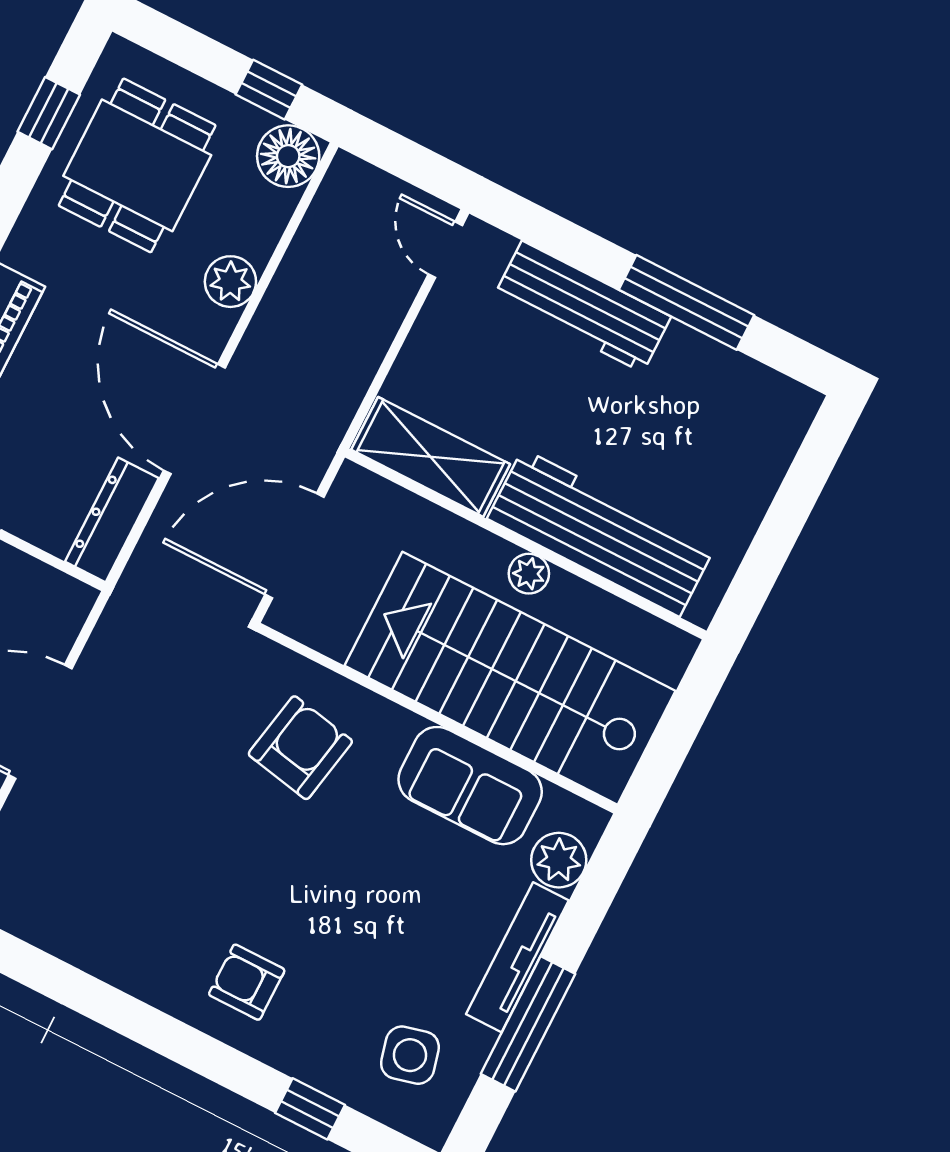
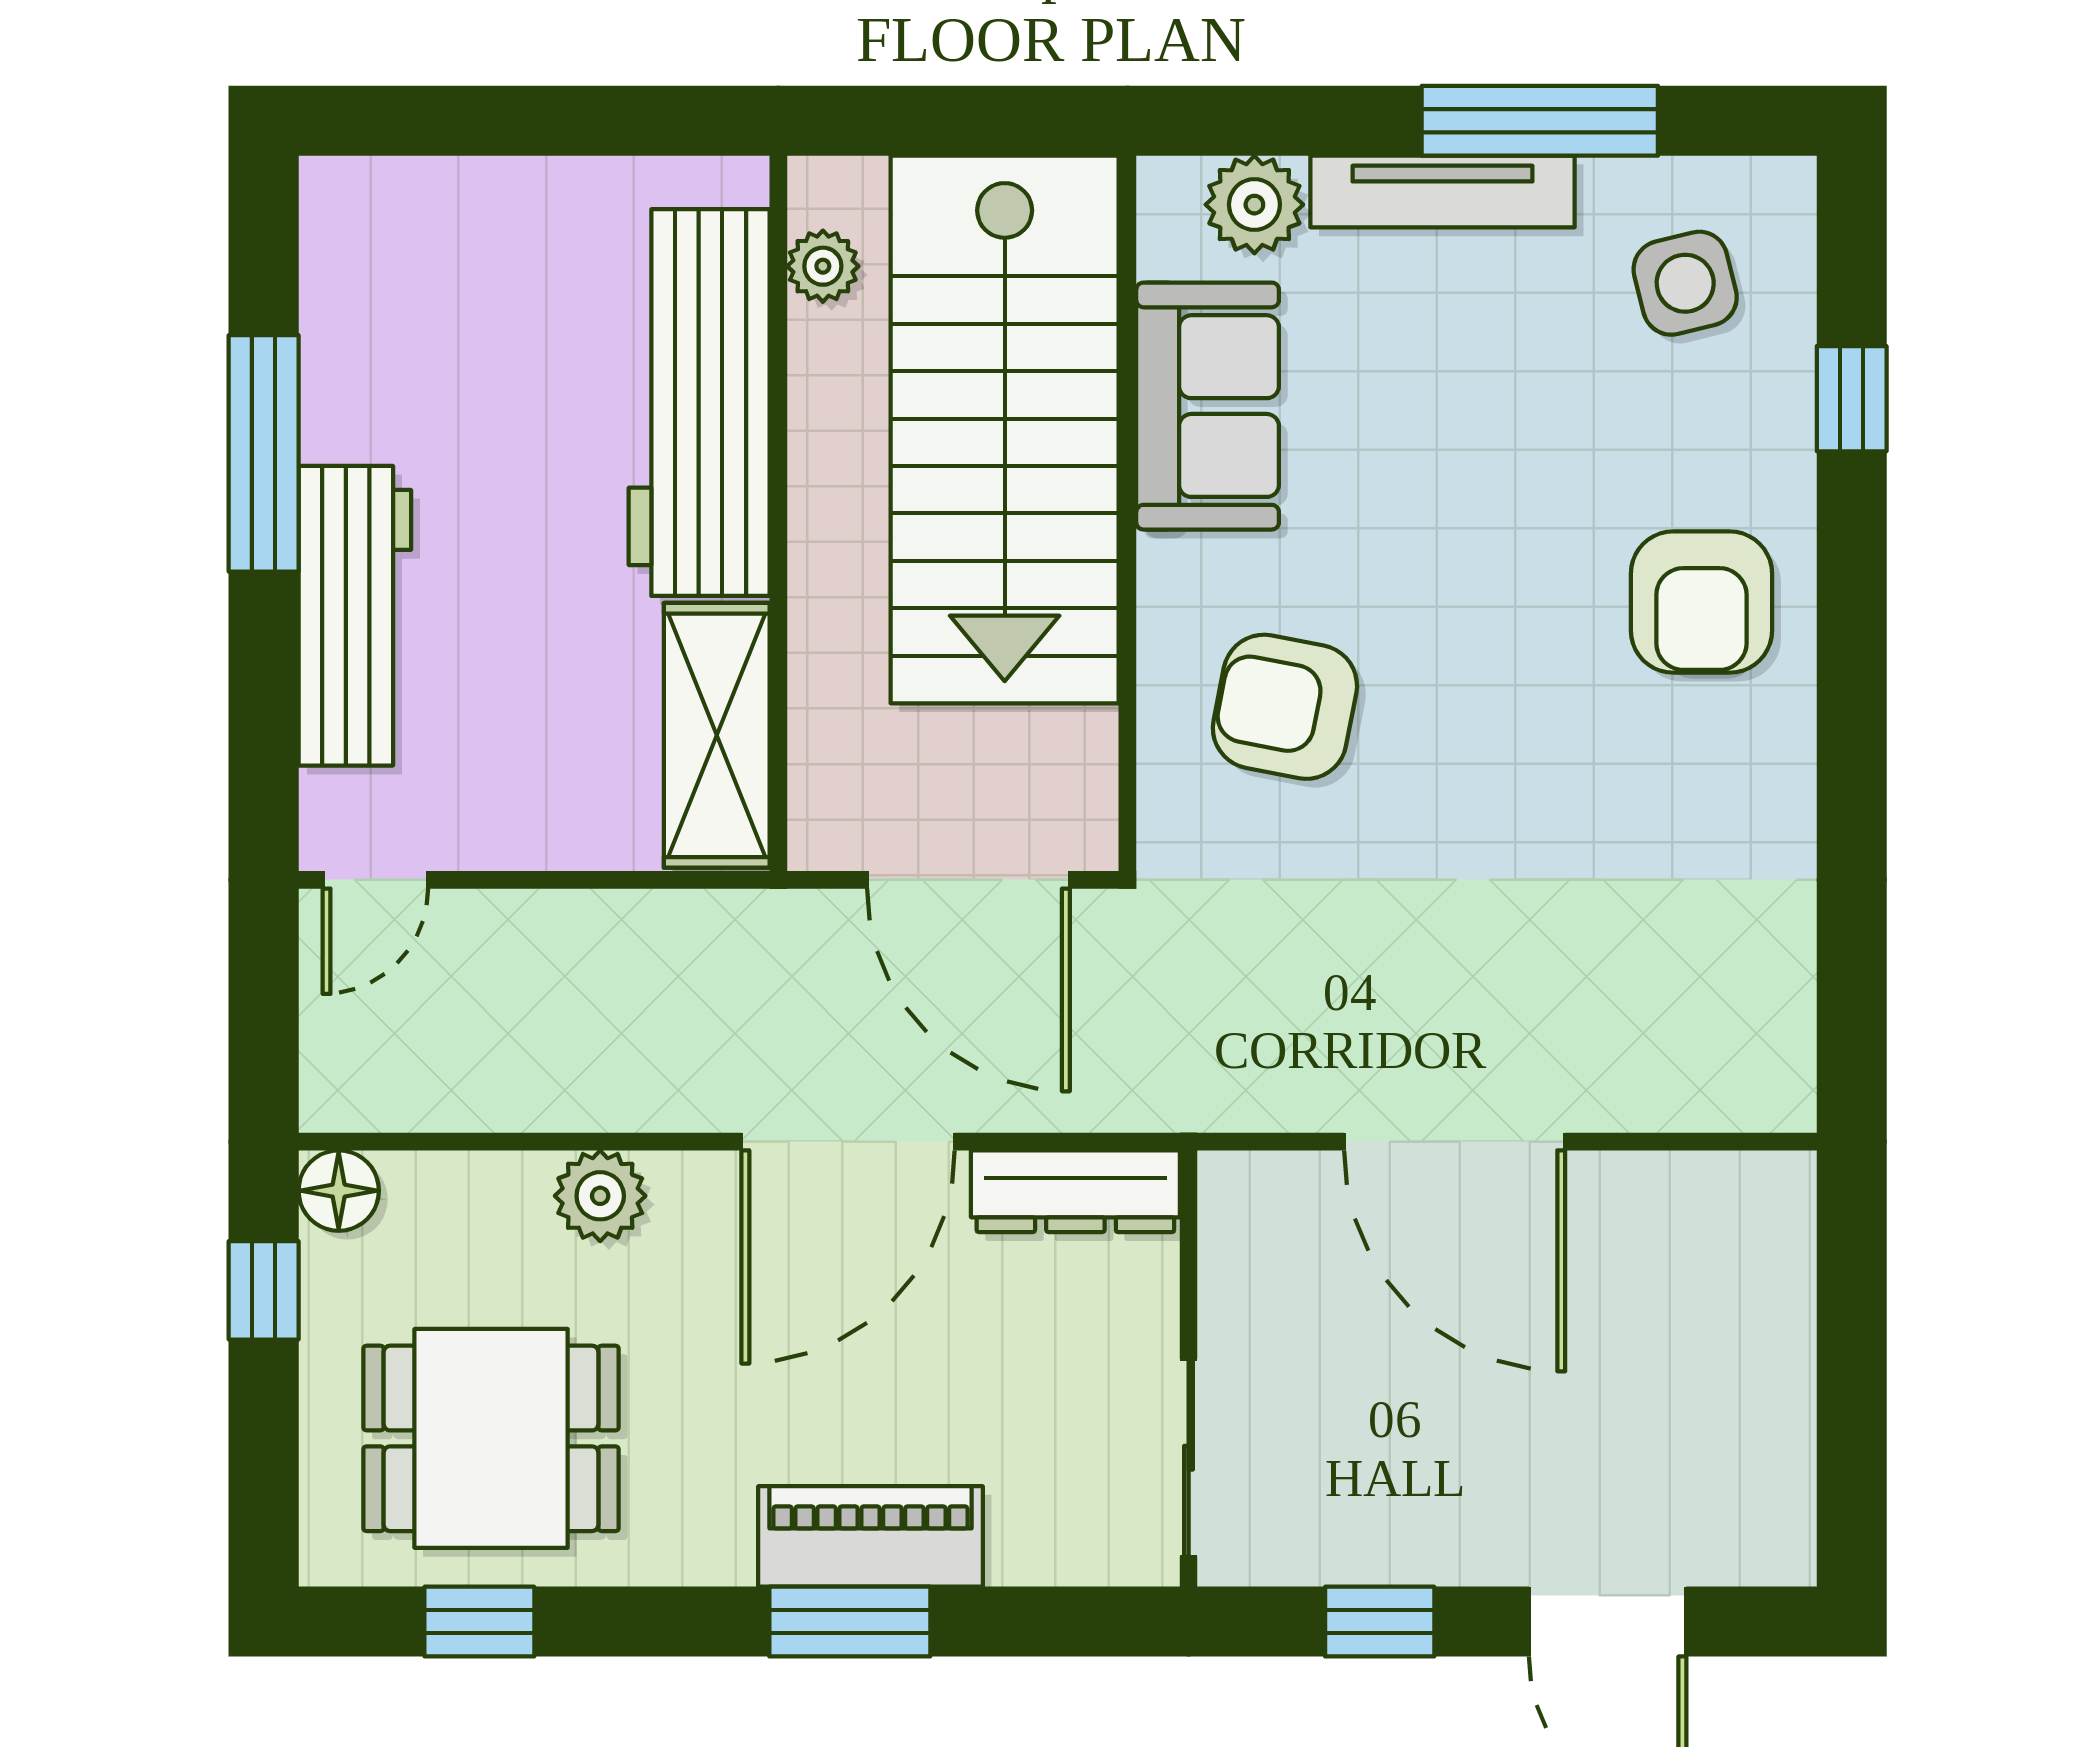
floor lamp: (288, 156) -> (339, 1191), width x0.73, depth x0.73
plant: (529, 574) -> (823, 266), moved
armchair: (247, 982) -> (1701, 602), width x1.38, depth x1.38

